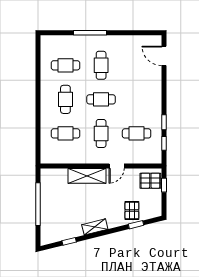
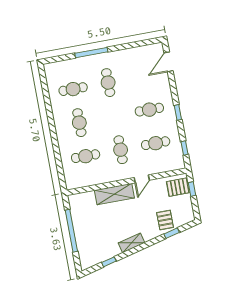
door: (164, 56) -> (168, 62), hinge flipped
cafe table: (101, 99) -> (149, 110), moved
window: (164, 122) -> (178, 112), moved

